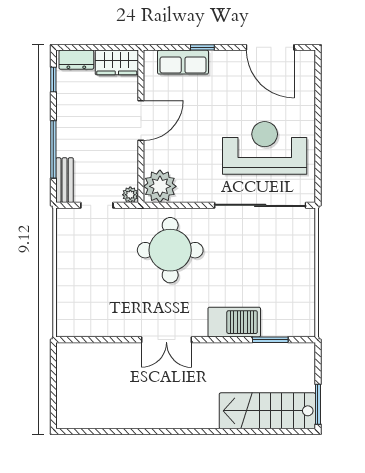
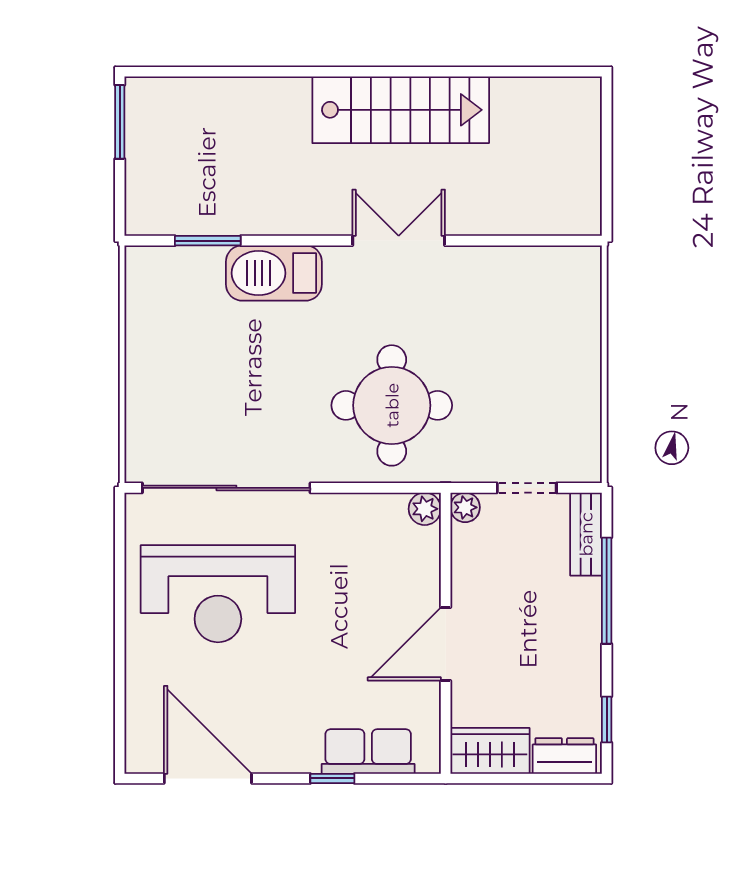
plant: (160, 186) -> (425, 509), width x0.53, depth x0.53
stairs: (267, 411) -> (401, 110), moved

